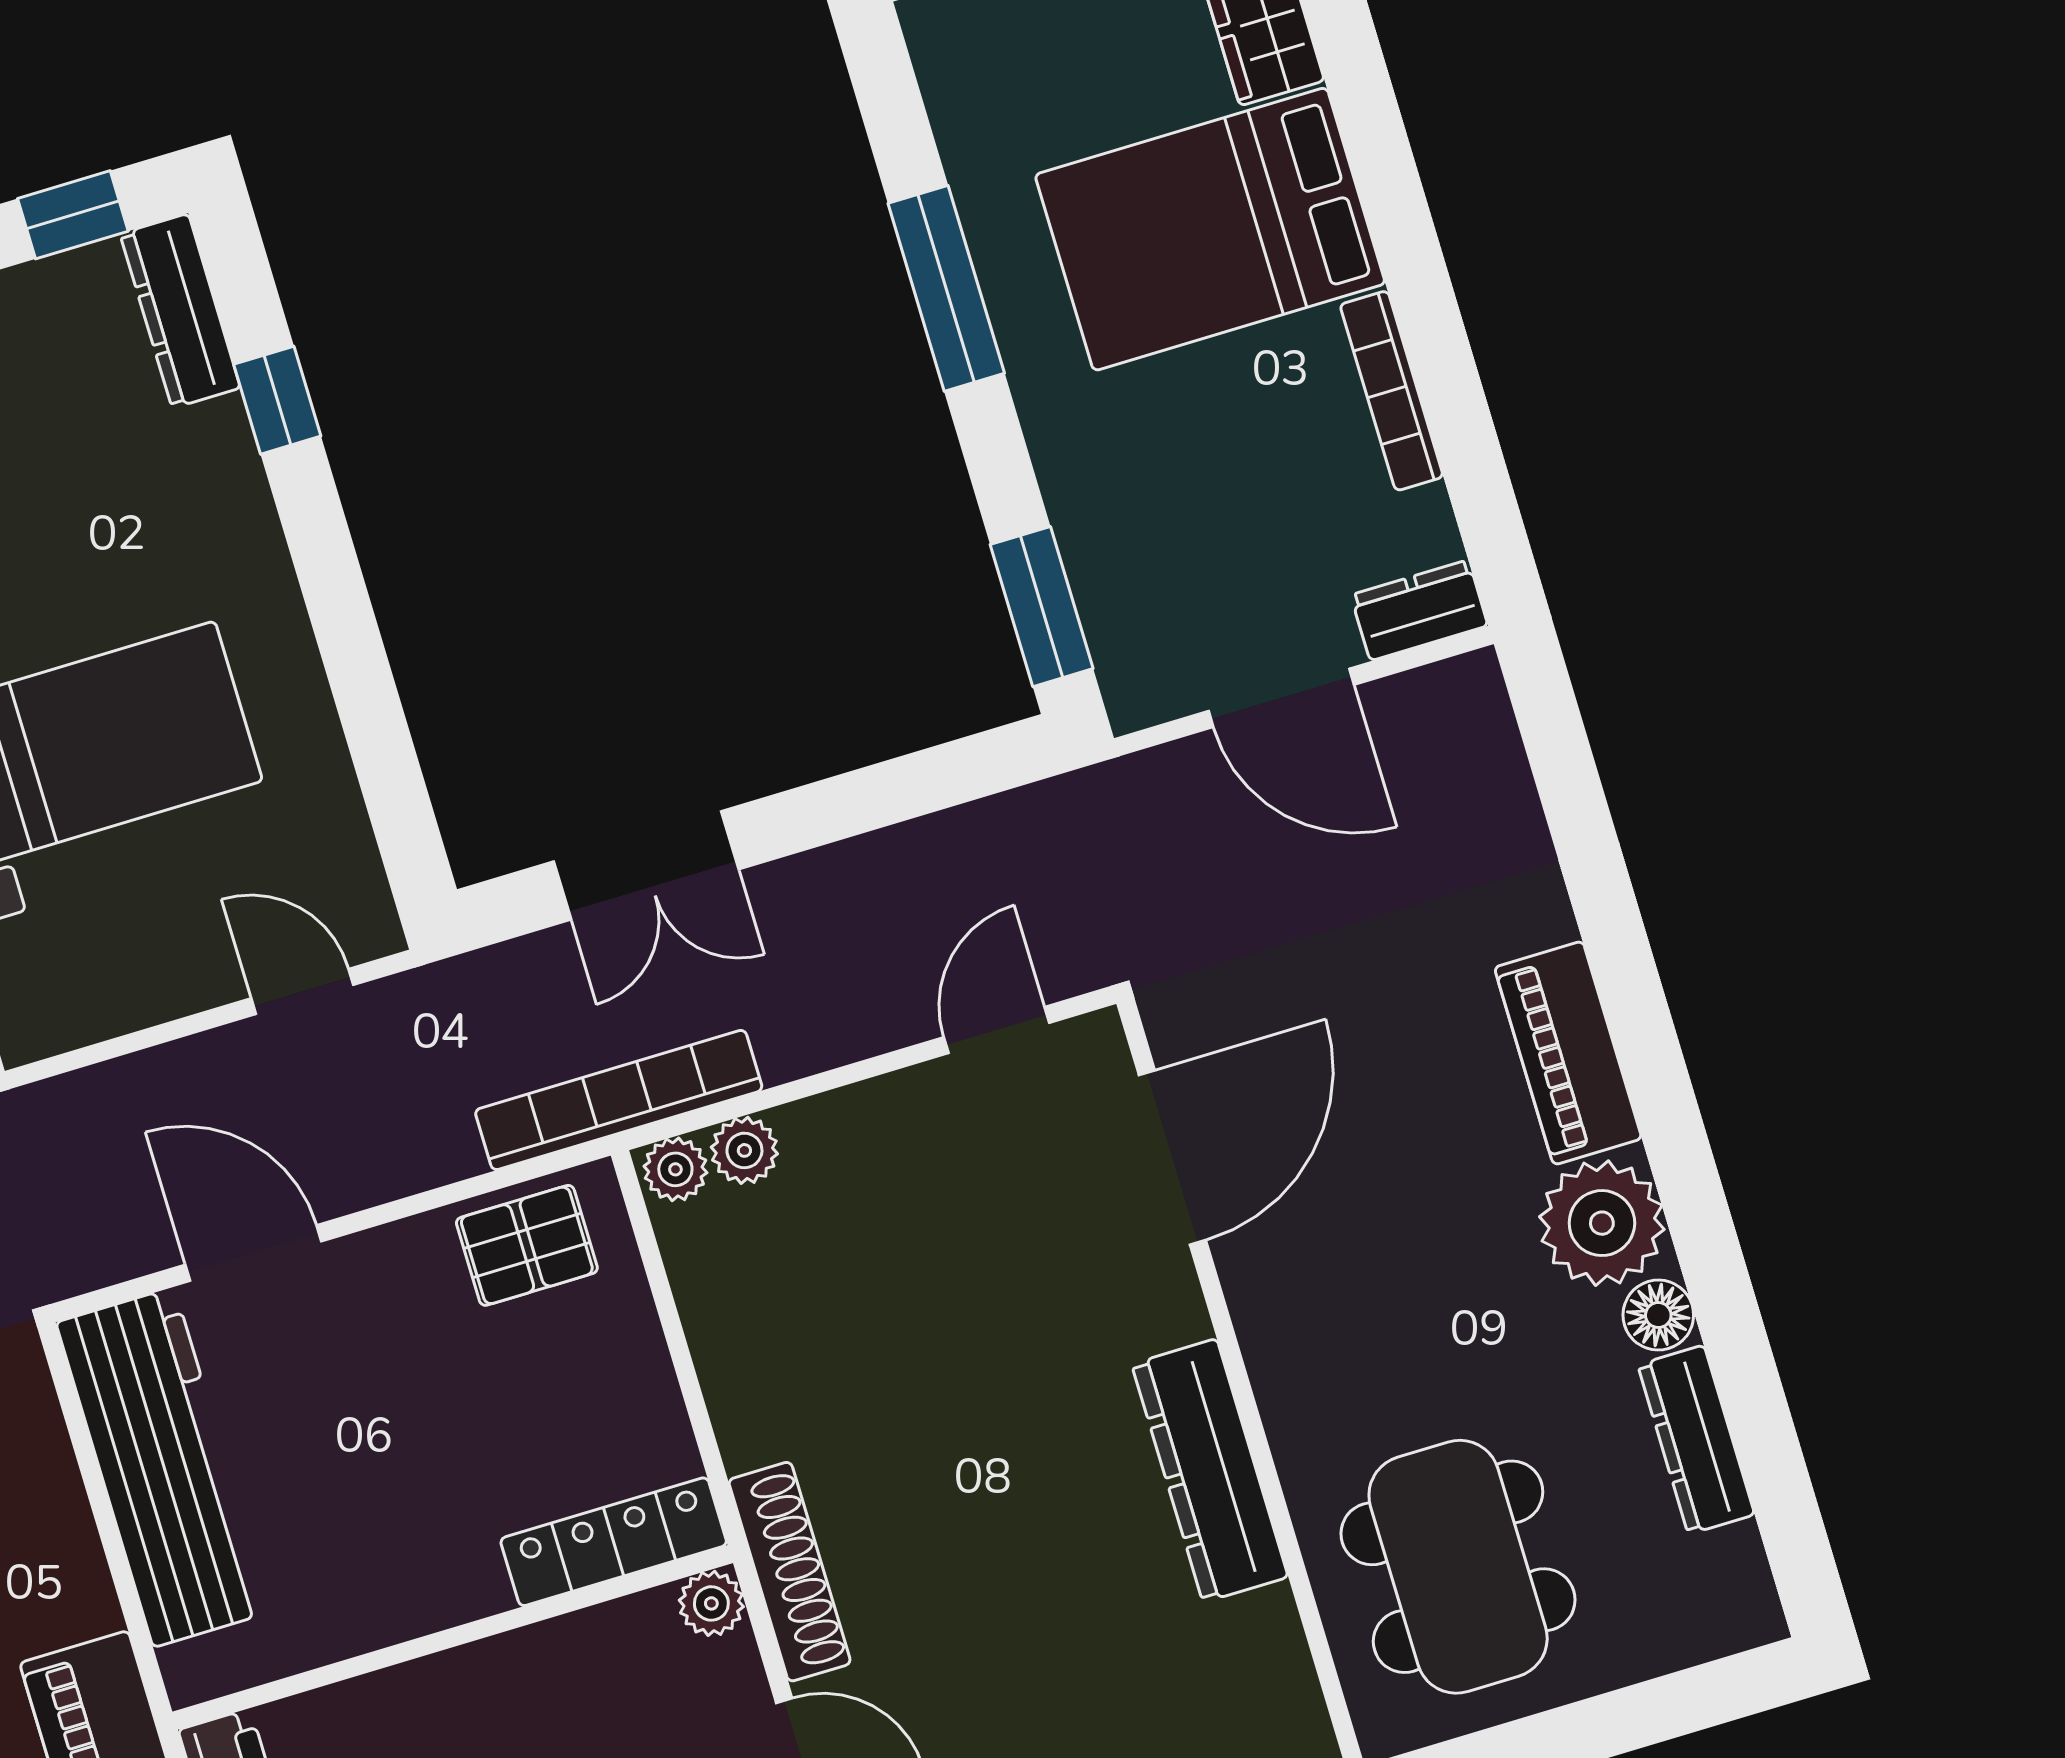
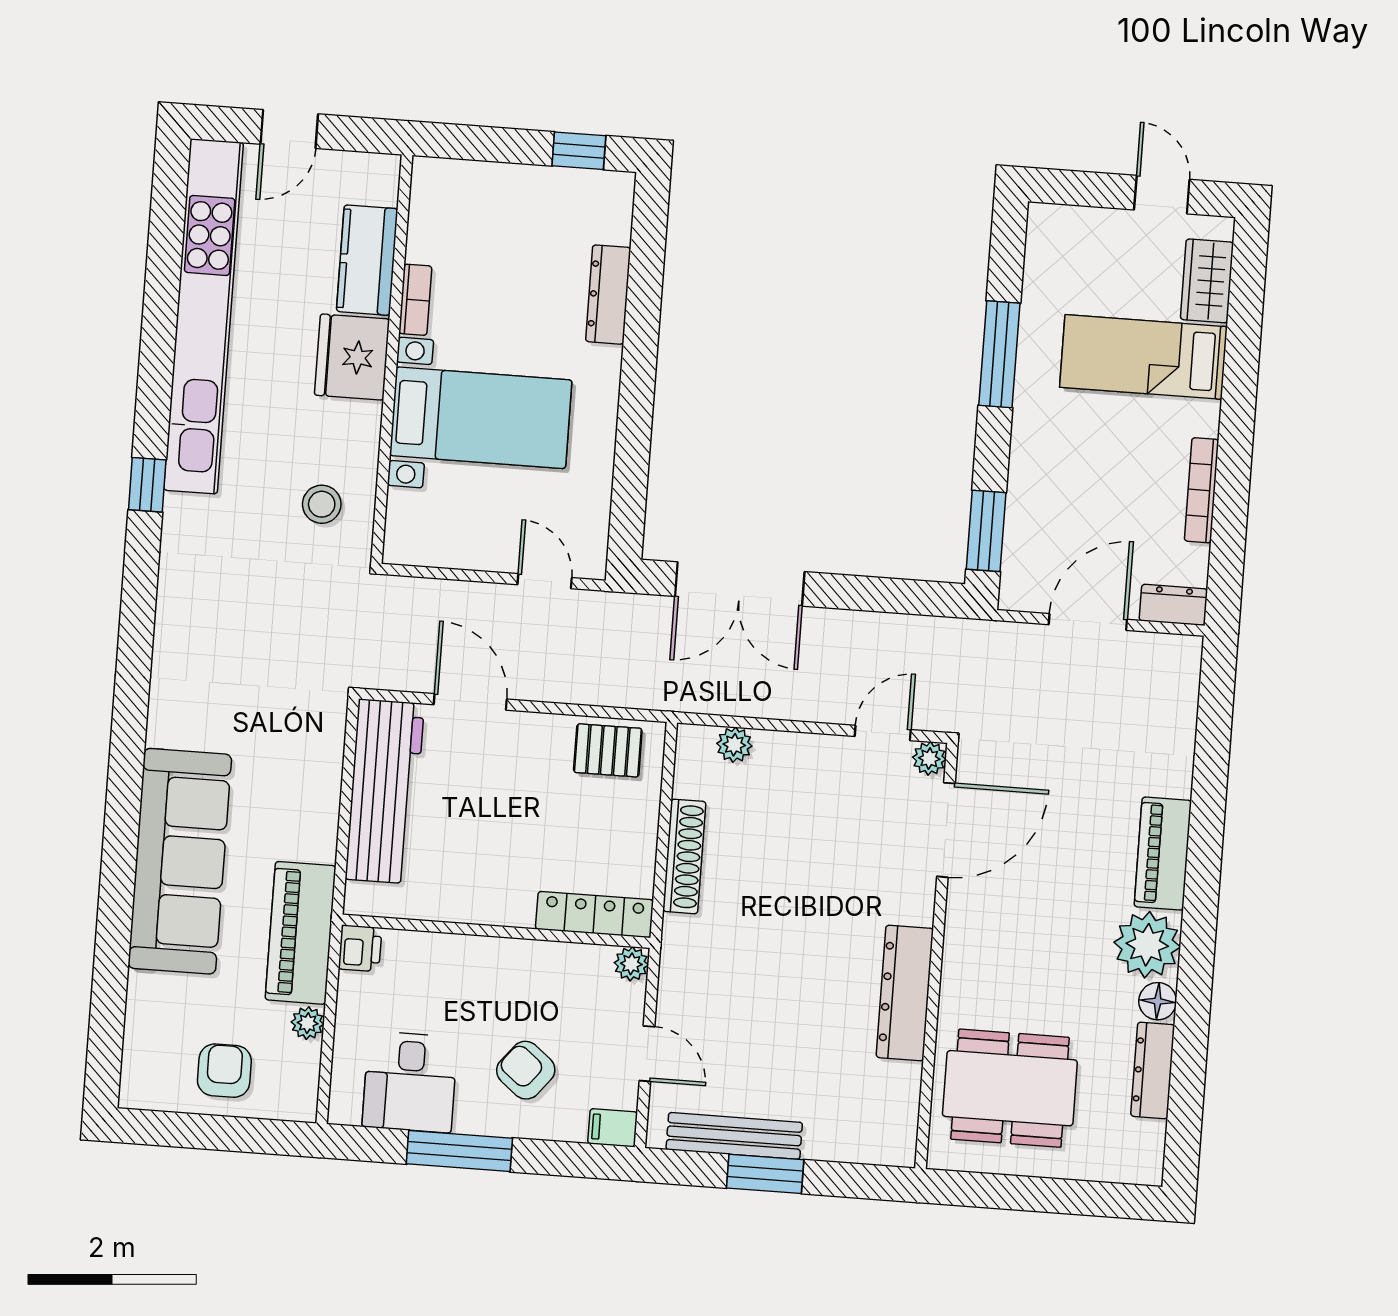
bed: (1210, 229) -> (1143, 357), width x0.67
dresser: (180, 311) -> (608, 295), moved
window: (277, 400) -> (645, 282), removed
door: (1281, 698) -> (1088, 622), swing flipped
double door: (646, 865) -> (740, 584), width x1.37
bookcase: (619, 1100) -> (681, 696), removed
plant: (675, 1169) -> (929, 758), moved
dining table: (1458, 1567) -> (1010, 1088), turned 90
shoe rack: (790, 1572) -> (684, 856), moved

